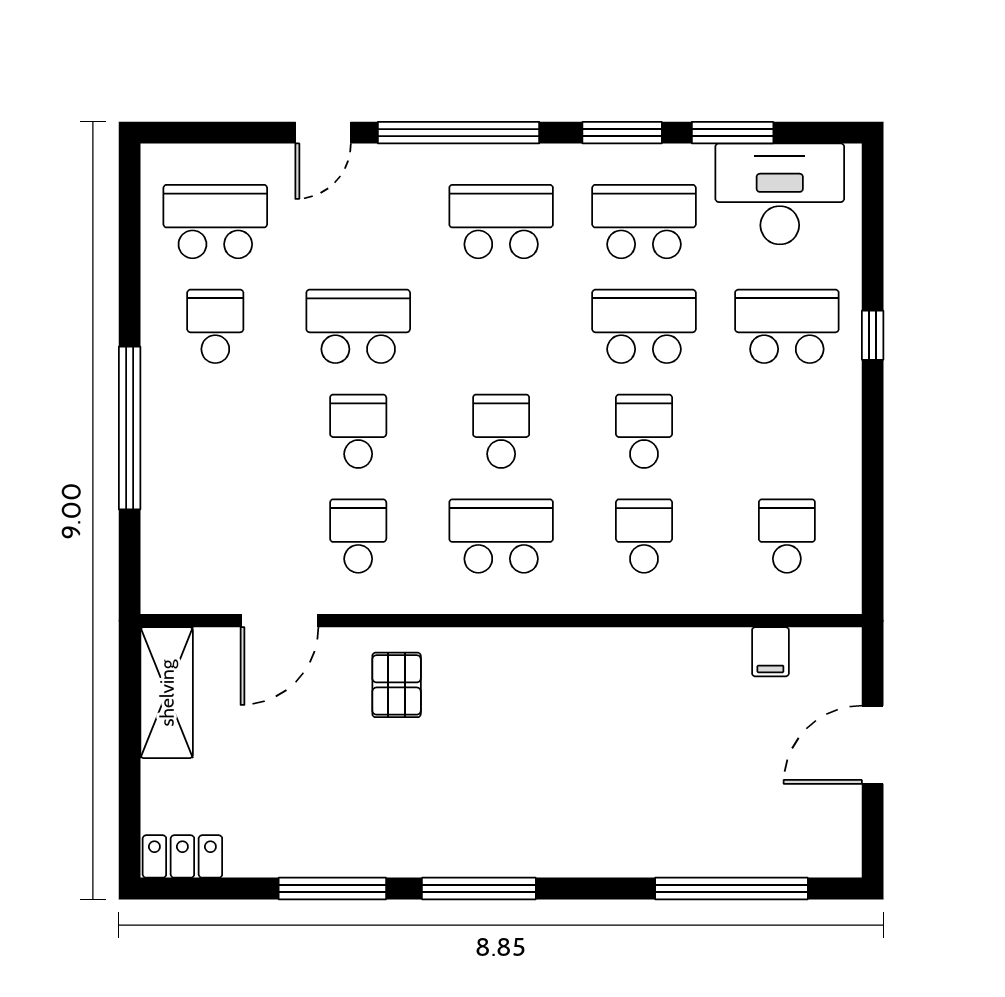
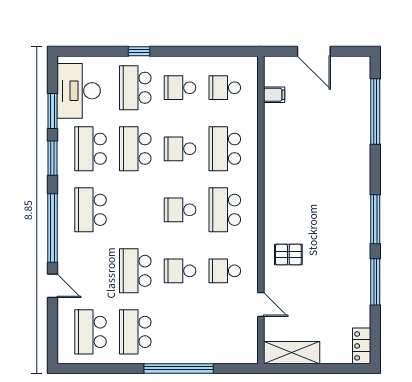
school desk: (215, 326) -> (135, 332), width x1.85
school desk: (787, 431) -> (180, 88), added
school desk: (644, 536) -> (225, 149), width x1.85
door: (279, 621) -> (261, 304), width x0.73

